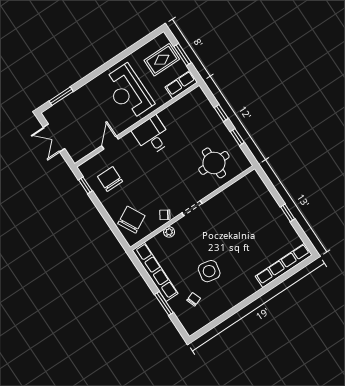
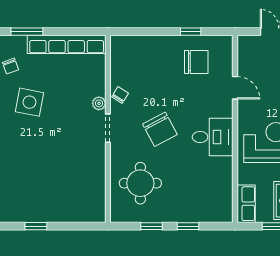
window: (85, 185) -> (191, 32), moved
chair: (131, 220) -> (160, 129), moved
plant: (169, 232) -> (99, 103), moved

